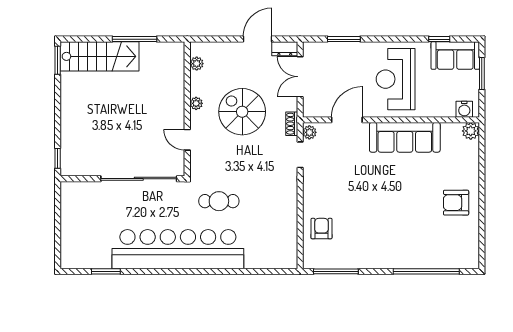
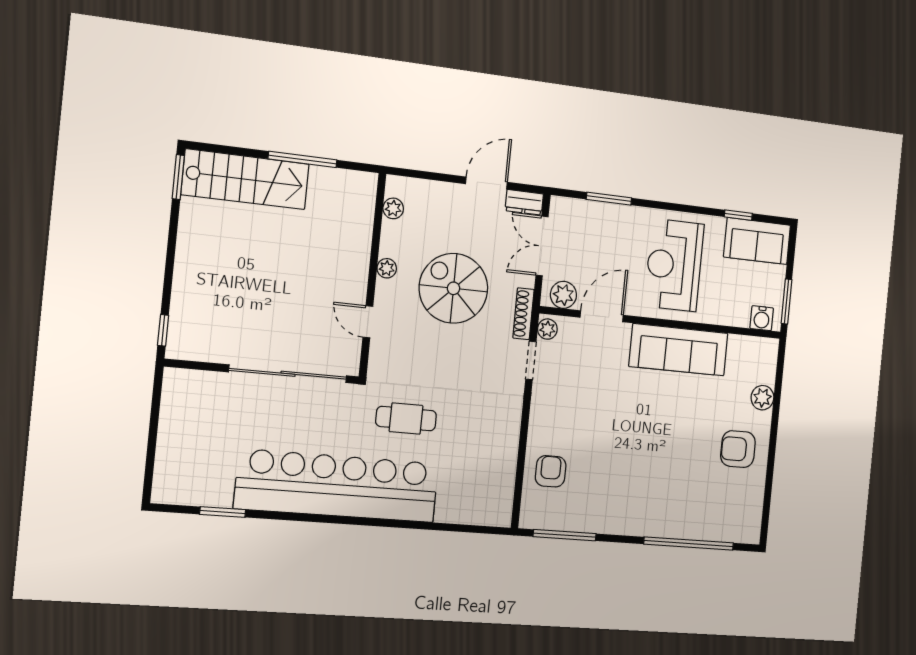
window: (482, 74) -> (786, 301), moved
plant: (318, 108) -> (563, 295), added
shoe rack: (292, 124) -> (523, 314), width x1.43
plant: (471, 131) -> (762, 398), moved

